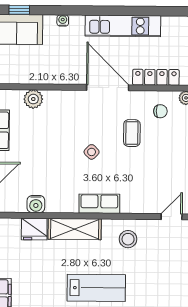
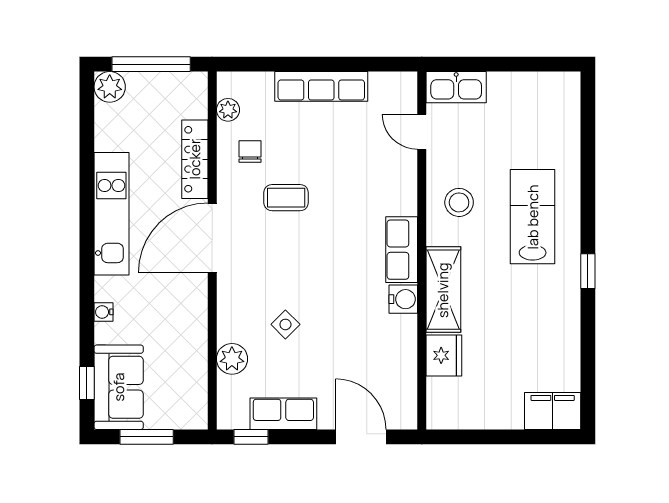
side table: (92, 152) -> (285, 324), moved
water cooler: (36, 204) -> (403, 299), moved
lab bench: (96, 288) -> (533, 217), moved

